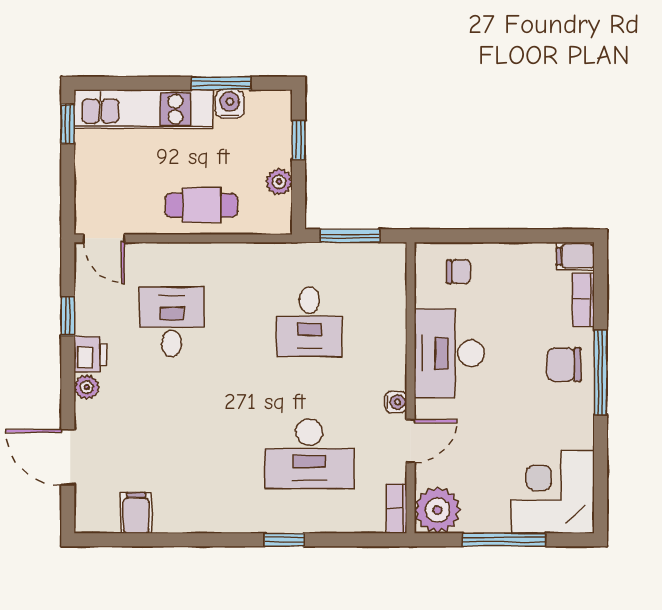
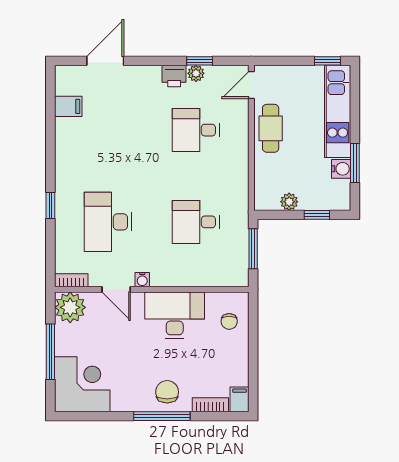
cafe table: (201, 205) -> (271, 128), moved
desk: (172, 322) -> (196, 130), turned 180
plant: (87, 387) -> (196, 73), moved

